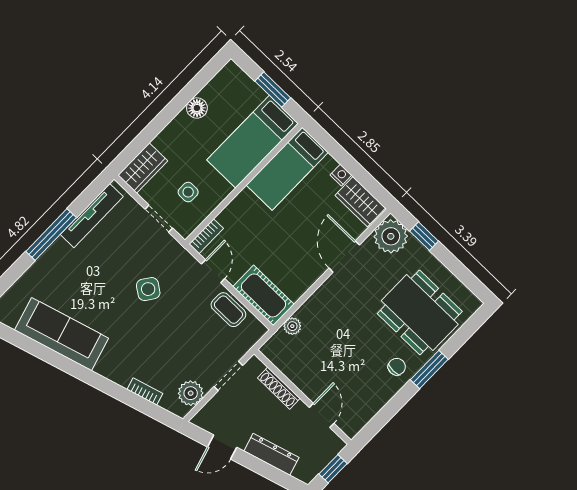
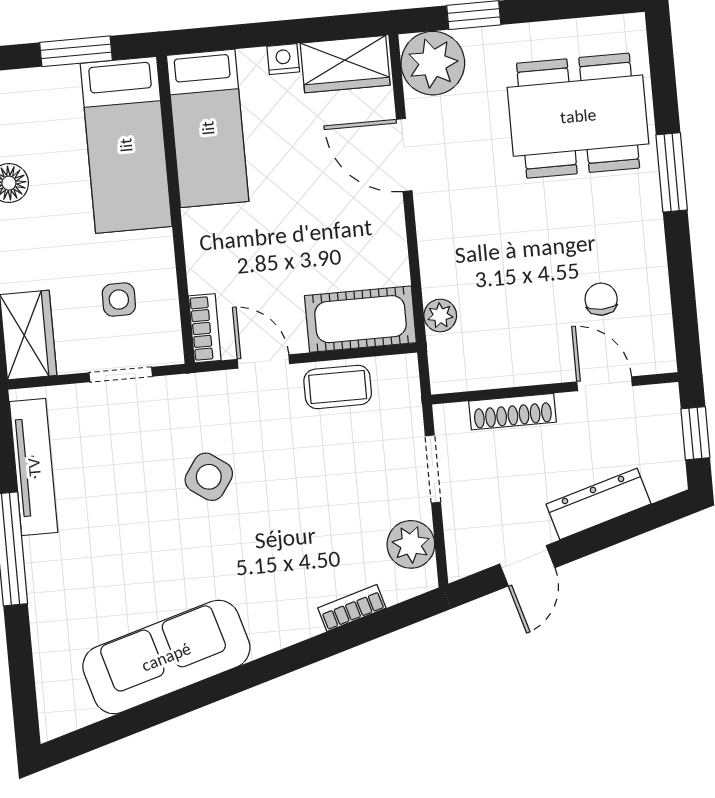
chair: (397, 367) -> (601, 299), moved

